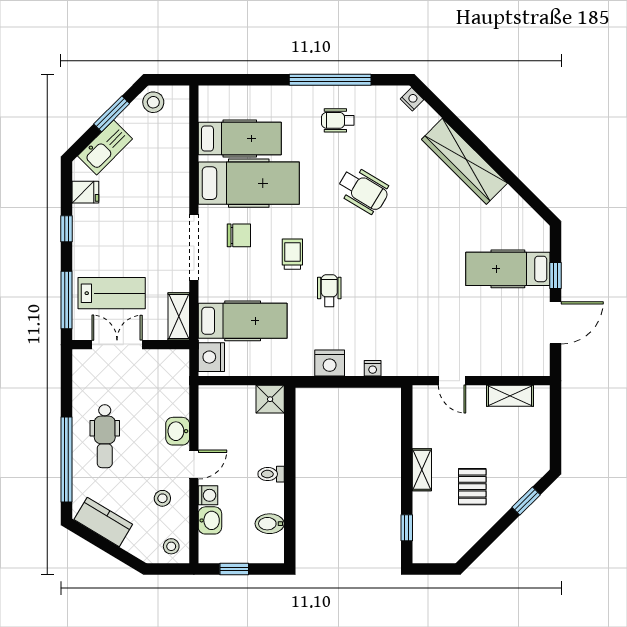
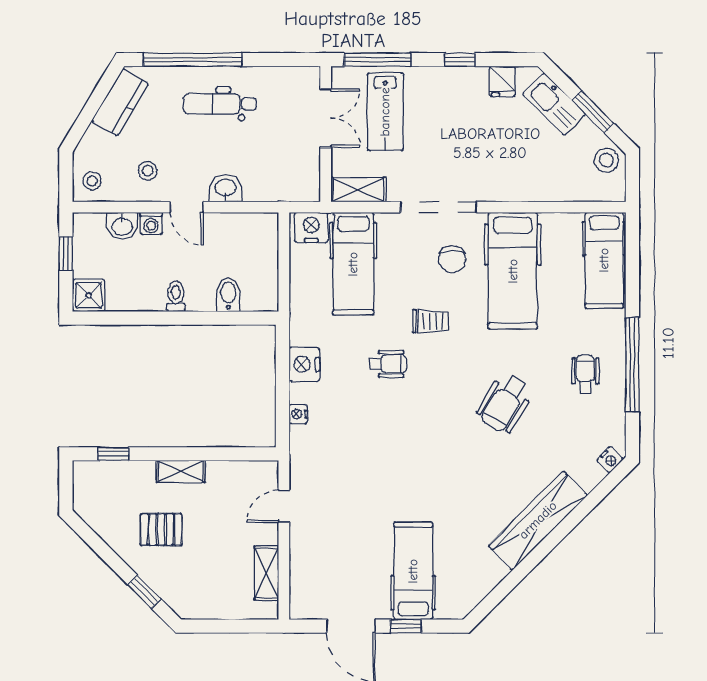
hospital bed: (240, 138) -> (604, 260), moved
shower: (270, 399) -> (89, 295), moved
bidet: (270, 524) -> (228, 295), moved

